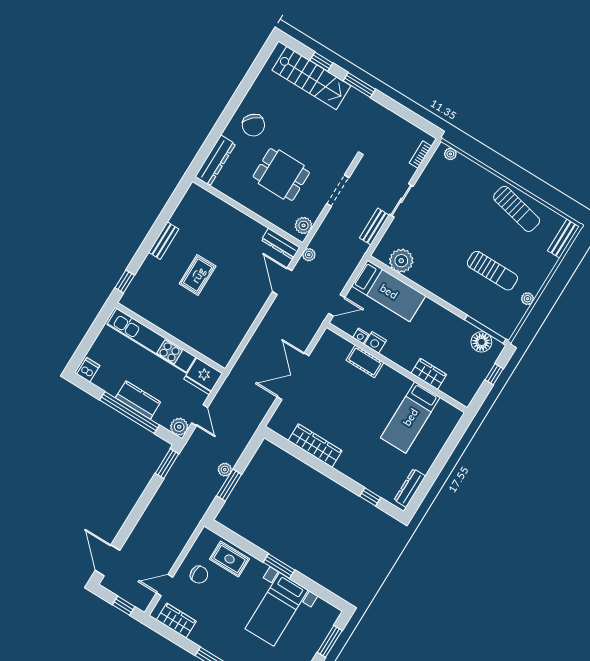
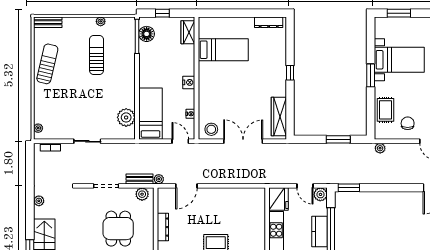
window: (359, 85) -> (30, 214), removed
plant: (368, 104) -> (39, 201), added
bench: (374, 227) -> (140, 179), moved
dresser: (281, 244) -> (163, 227), moved
nightstand: (375, 342) -> (189, 82), moved
stool: (329, 349) -> (211, 129), added
cot: (365, 361) -> (205, 101), removed
wardrobe: (429, 374) -> (188, 32), moved
double door: (293, 376) -> (243, 141), swing flipped
door: (200, 415) -> (305, 186), swing flipped
wardrobe: (315, 446) -> (279, 116), moved
plant: (225, 470) -> (380, 148), moved
window: (370, 497) -> (290, 73), moved

